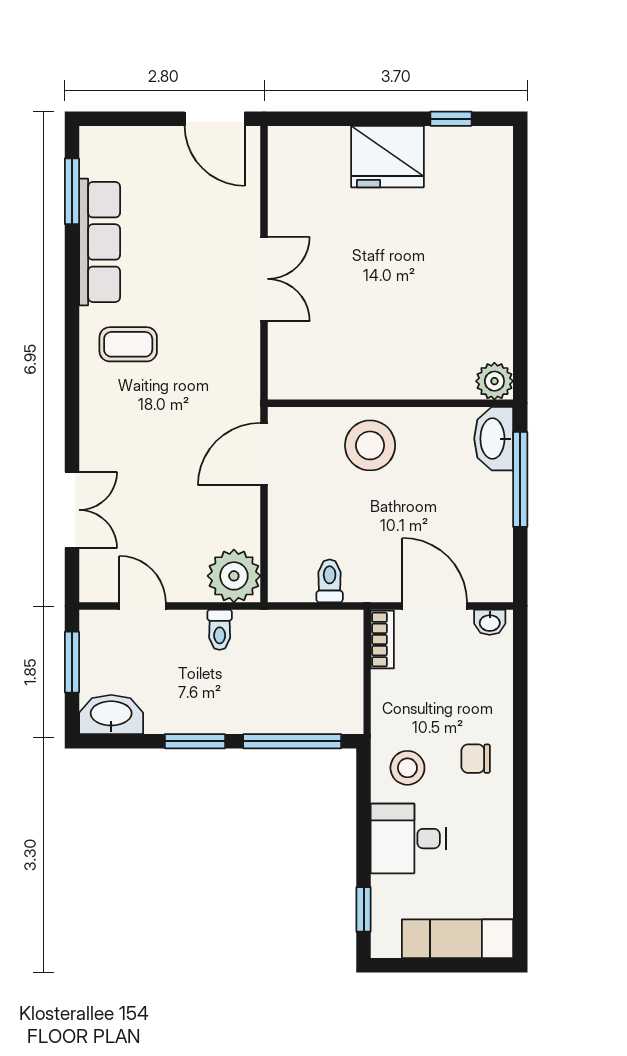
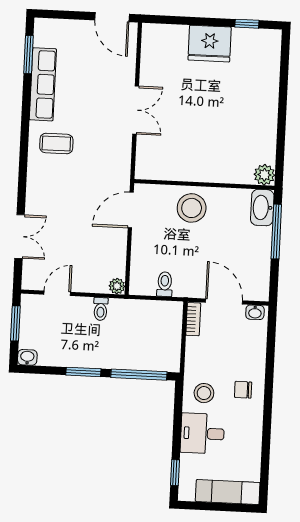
plant: (234, 576) -> (117, 286), width x0.53, depth x0.53
door: (142, 606) -> (57, 293), hinge flipped
washbasin: (111, 715) -> (27, 357), width x0.52, depth x0.69

